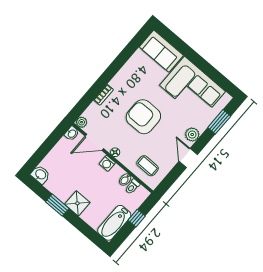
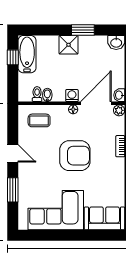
window: (219, 122) -> (13, 190), moved
plant: (192, 135) -> (25, 174), removed
door: (94, 142) -> (96, 103), width x1.36
window: (137, 218) -> (13, 57), moved

